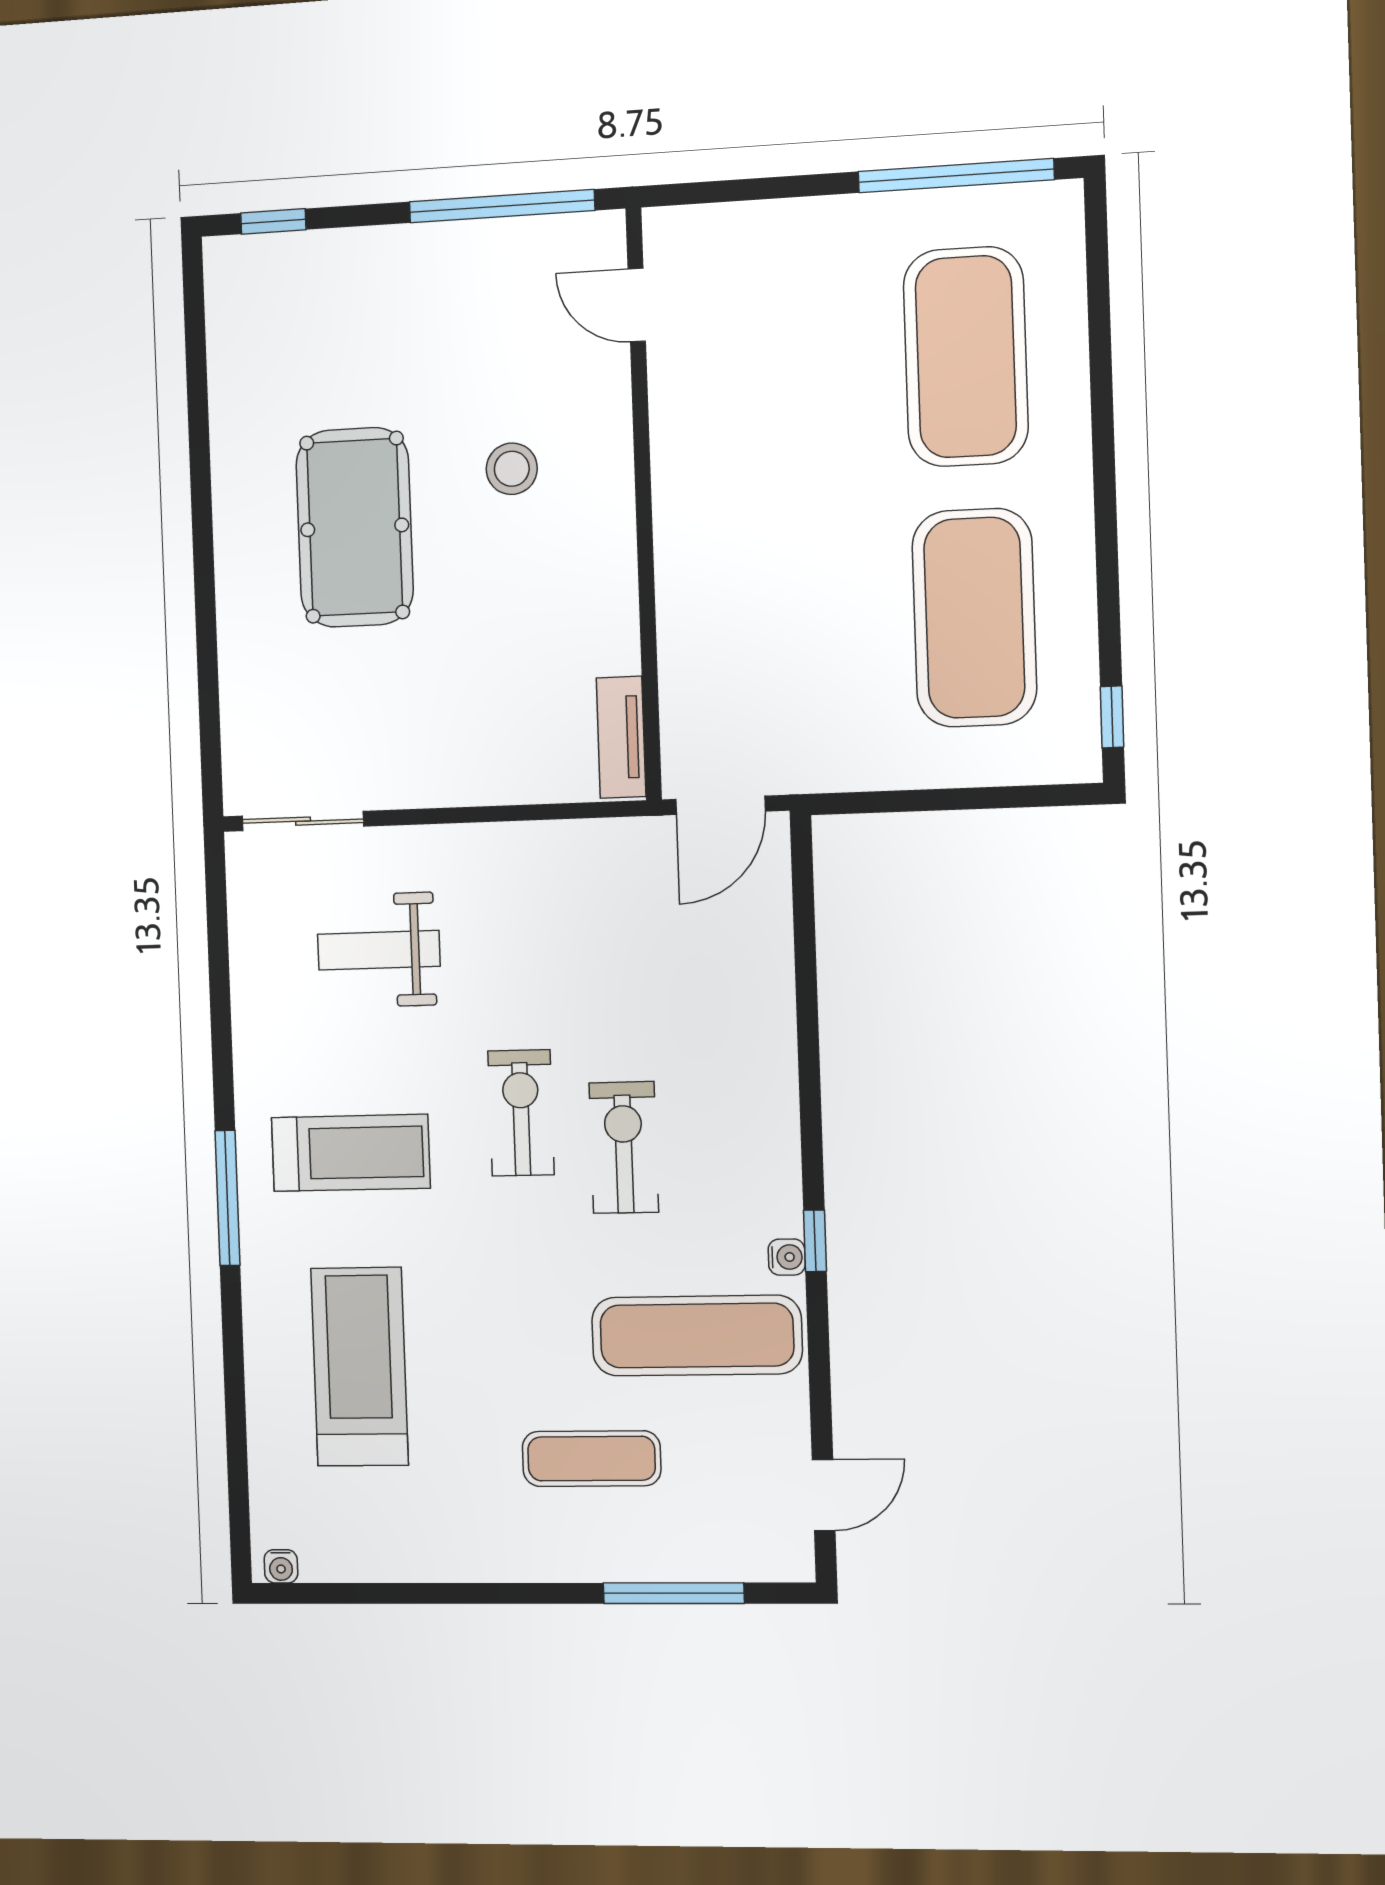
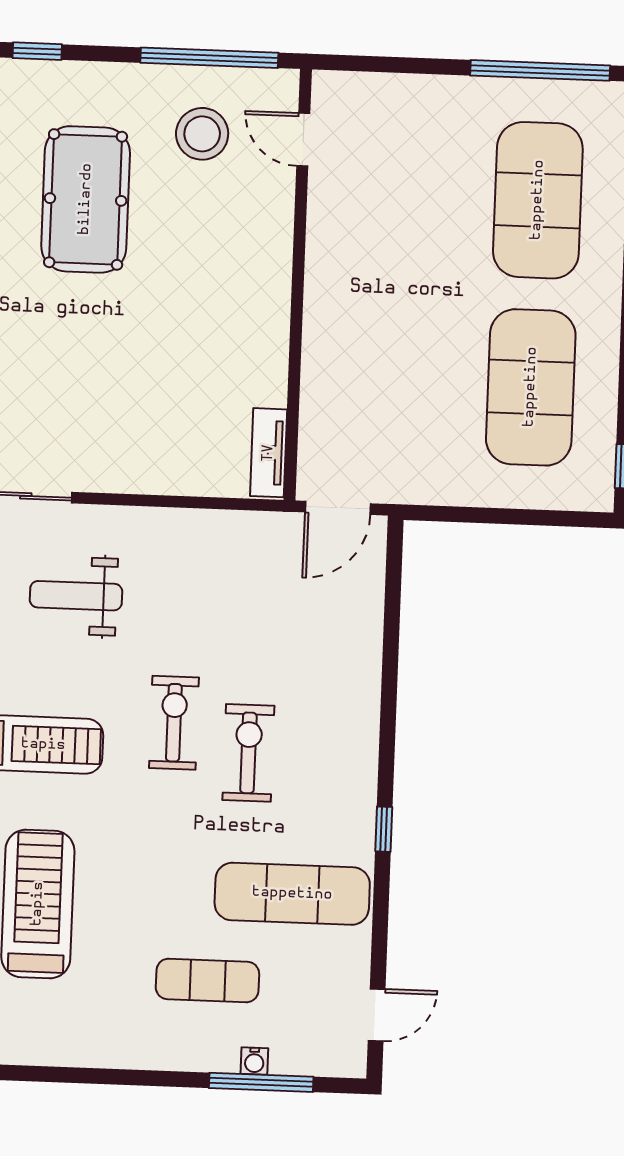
stool: (512, 469) -> (202, 134), moved, width x1.38, depth x1.38
pool table: (355, 527) -> (86, 199), moved
water cooler: (787, 1257) -> (254, 1061), moved, turned 90

